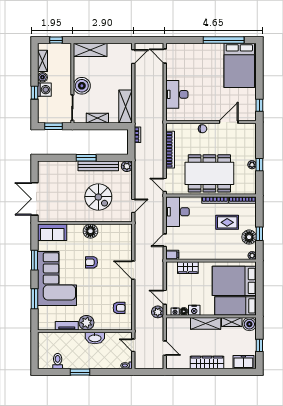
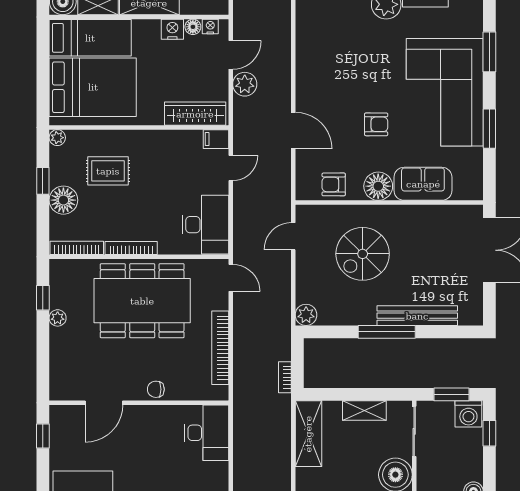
washing machine: (44, 90) -> (468, 414), moved, turned -90
window: (34, 93) -> (489, 433), moved
desk: (177, 94) -> (207, 433), moved
window: (86, 158) -> (387, 332), width x1.44
window: (259, 165) -> (43, 298), moved
bench: (98, 166) -> (417, 316), moved
spiral stairs: (98, 197) -> (363, 254), turned -90
rug: (227, 222) -> (108, 171), moved
sofa: (52, 232) -> (423, 184), moved
floor lamp: (249, 237) -> (63, 200), moved
wardrobe: (188, 268) -> (195, 114), width x1.50
door: (133, 270) -> (293, 131), moved
door: (165, 297) -> (231, 55), hinge flipped
armchair: (119, 308) -> (334, 184), moved
plant: (158, 312) -> (245, 84), moved

